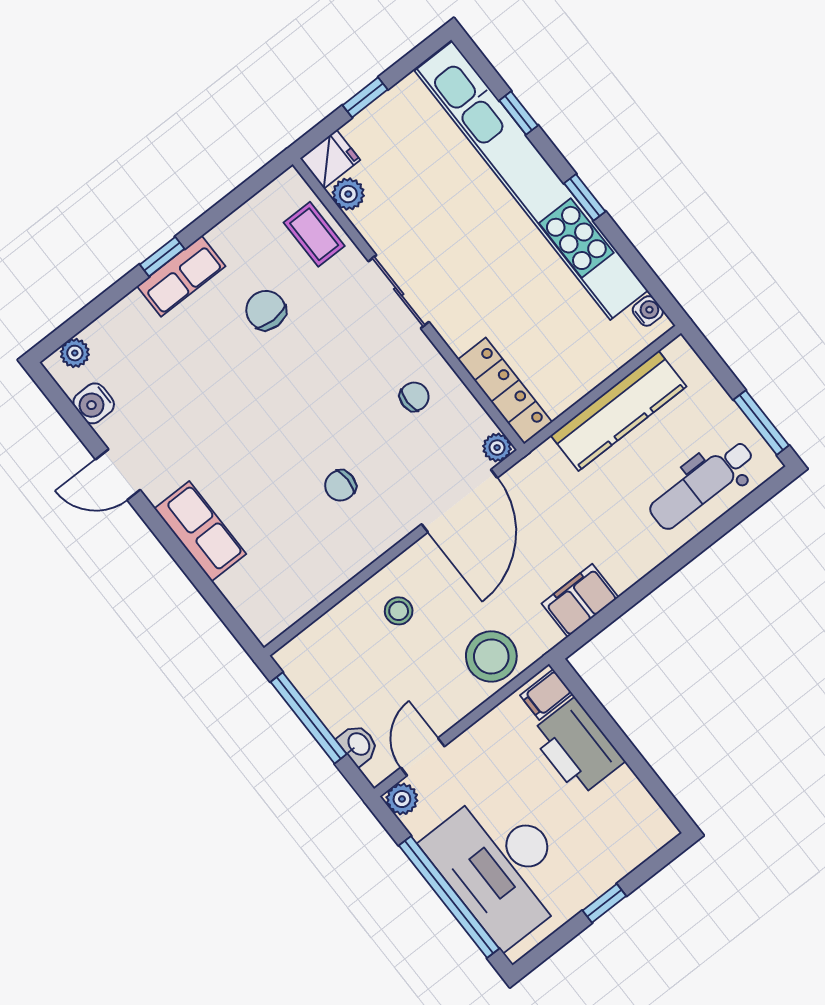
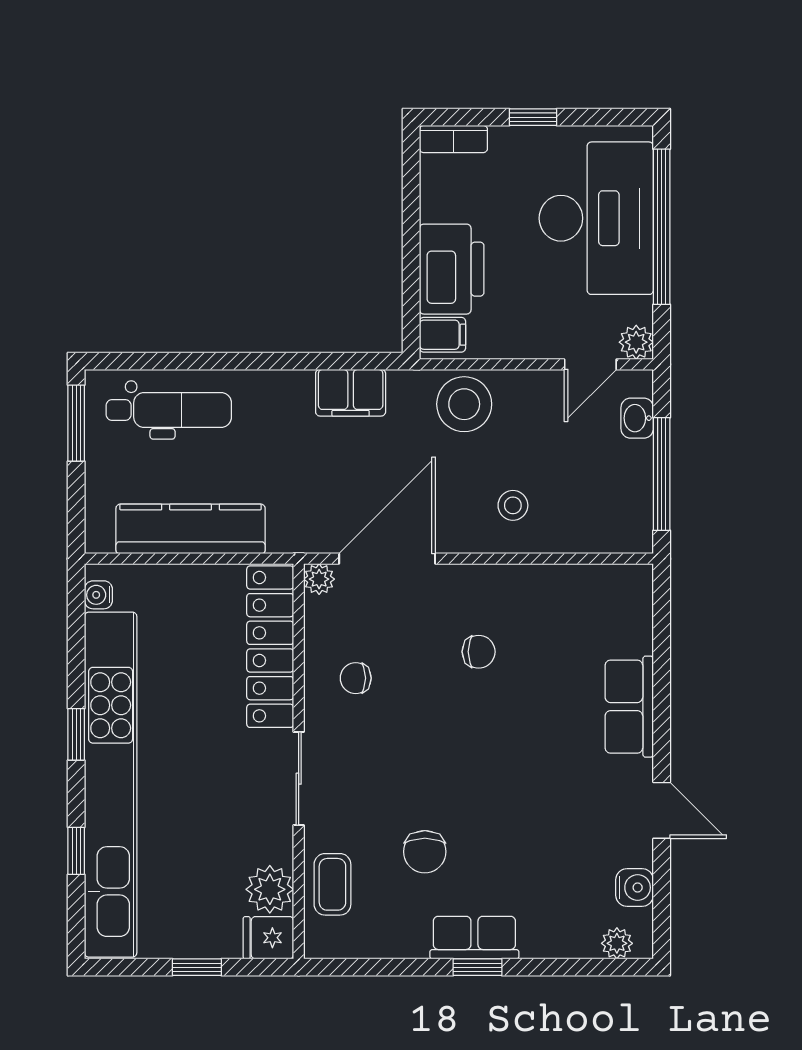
plant: (348, 194) -> (270, 889), width x1.38, depth x1.38
locker: (505, 391) -> (270, 647), width x1.41, depth x1.21
bookcase: (650, 842) -> (453, 139), added

